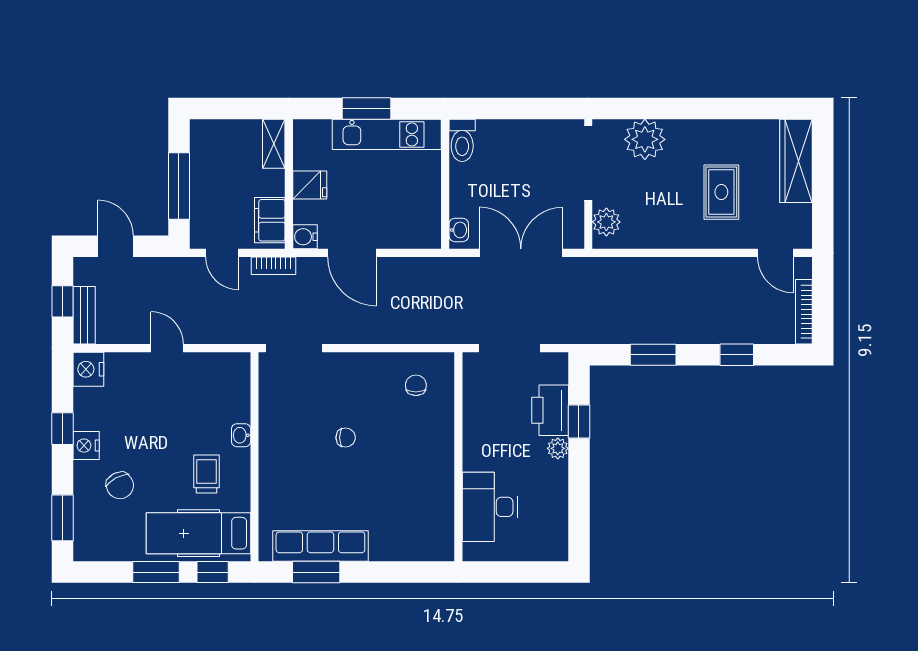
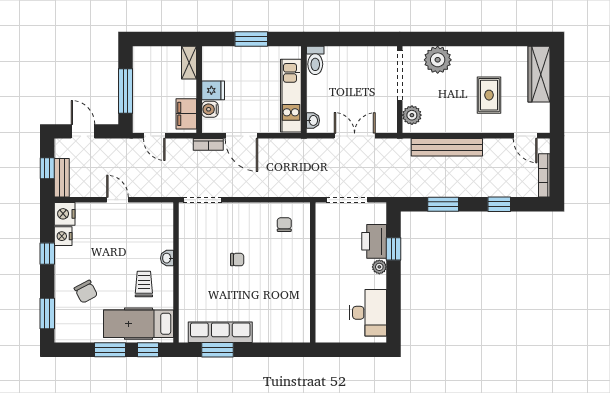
kitchen unit: (387, 134) -> (291, 96), moved, turned 90
water cooler: (305, 237) -> (210, 109), moved
double door: (521, 253) -> (355, 136), width x0.73
bookcase: (273, 266) -> (208, 144), moved
bench: (658, 270) -> (447, 147), added
nightstand: (86, 446) -> (63, 236), moved
desk: (490, 507) -> (368, 313), moved, turned 180

